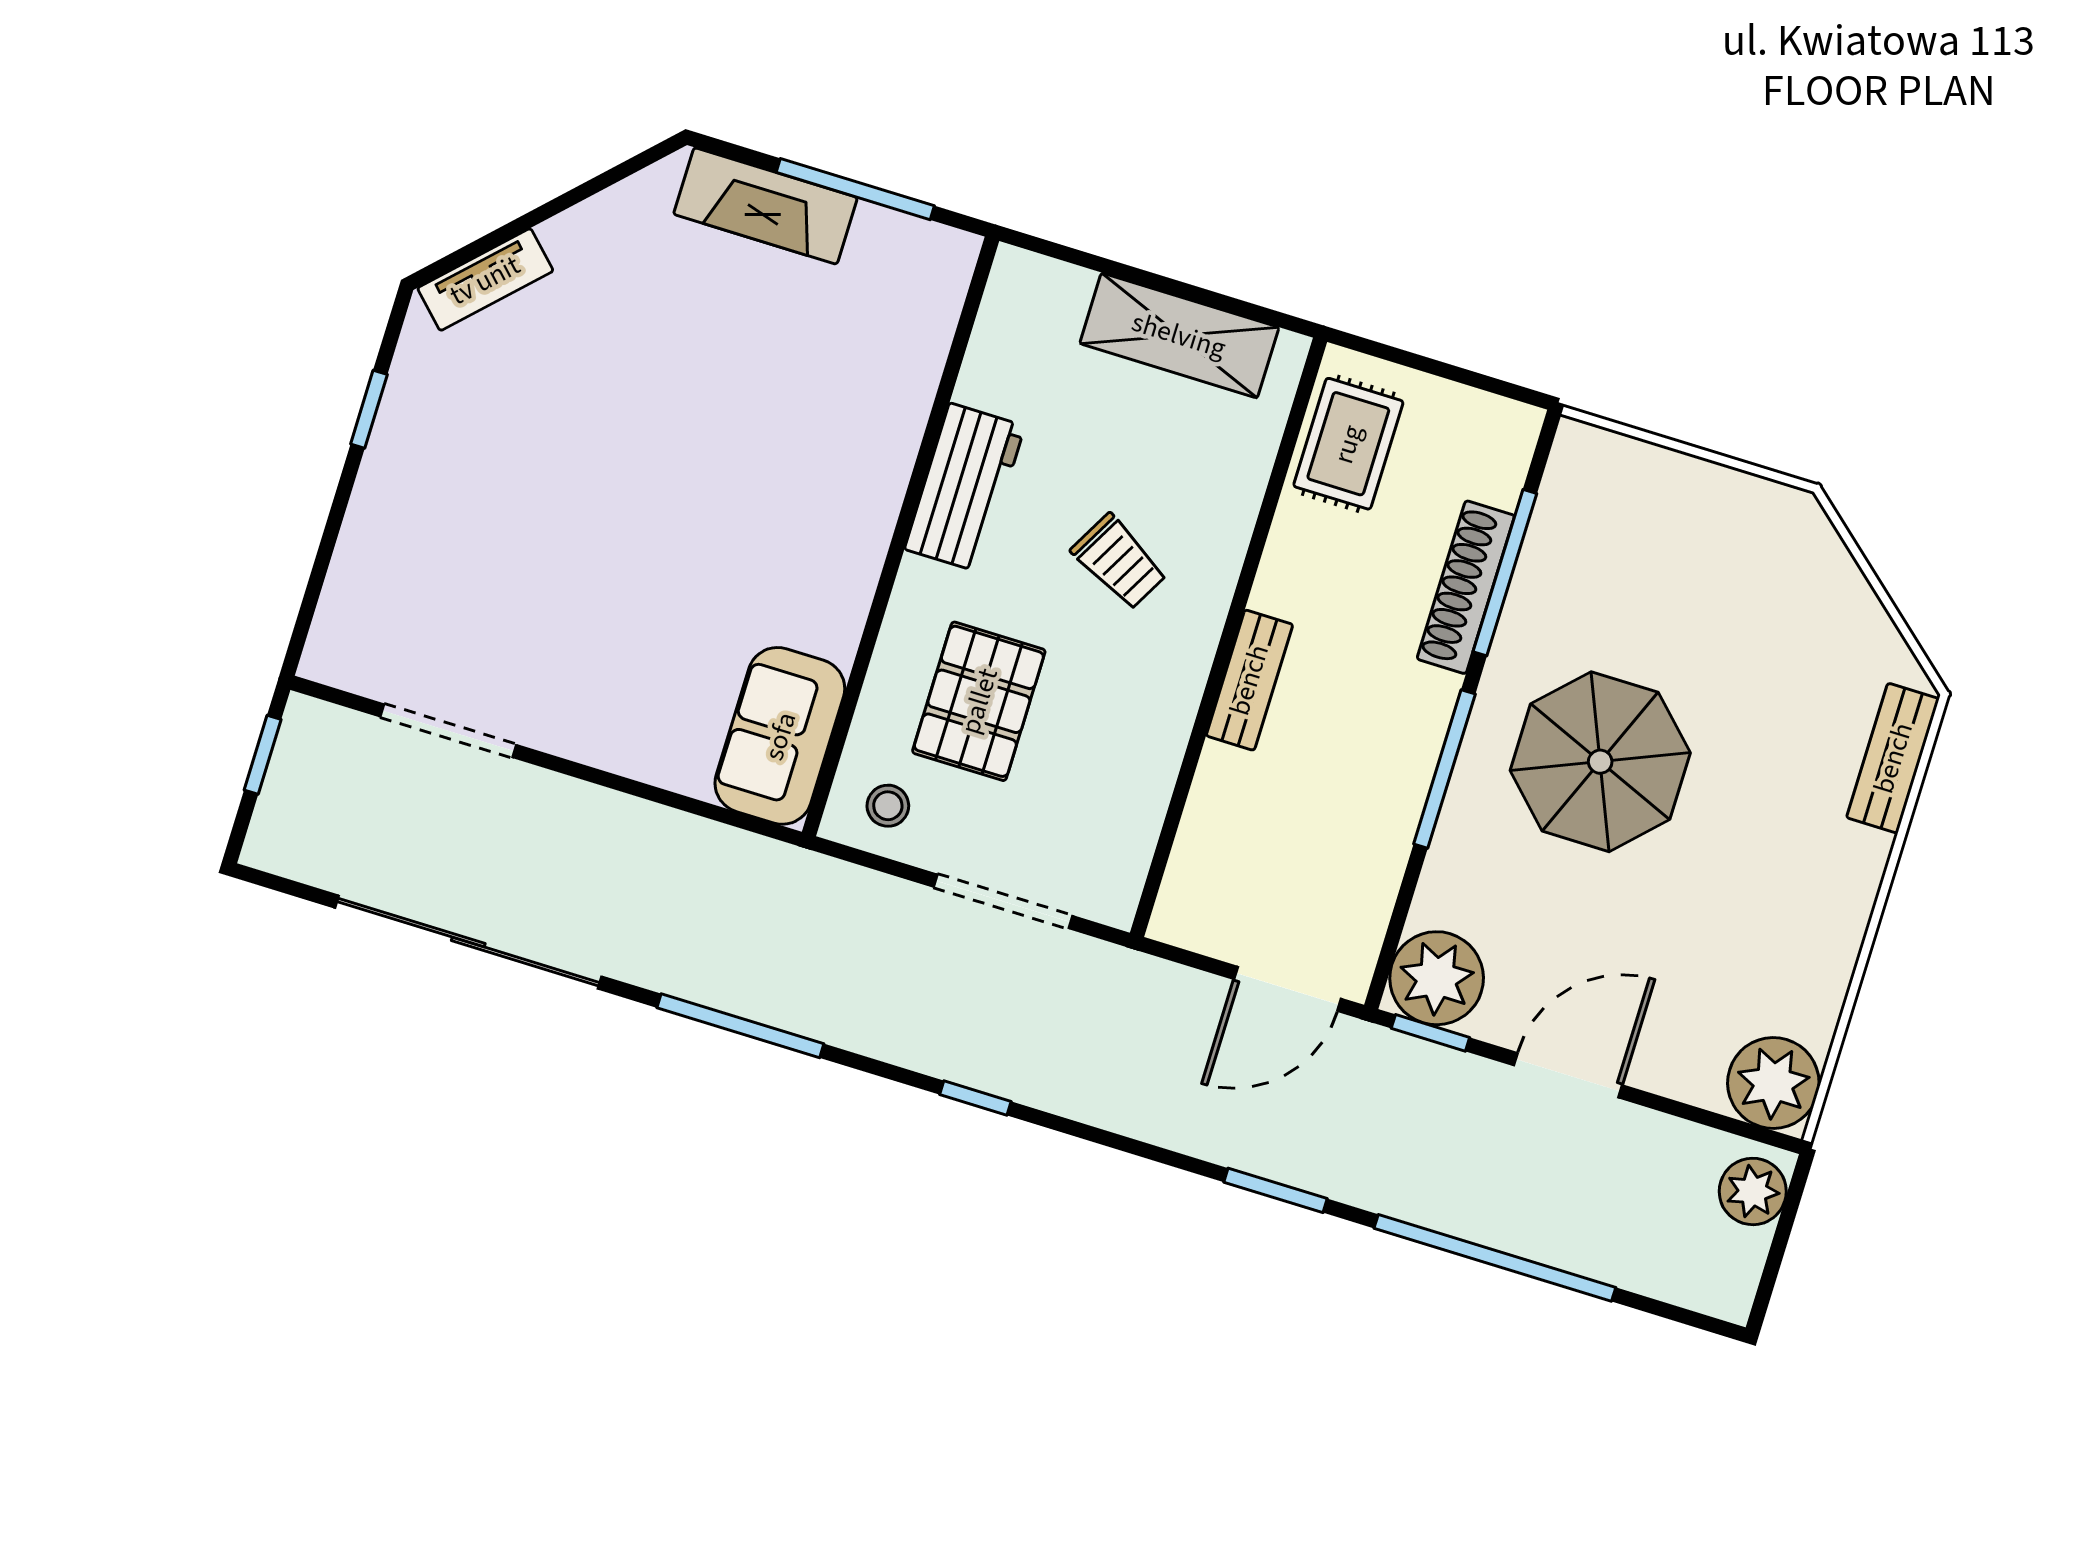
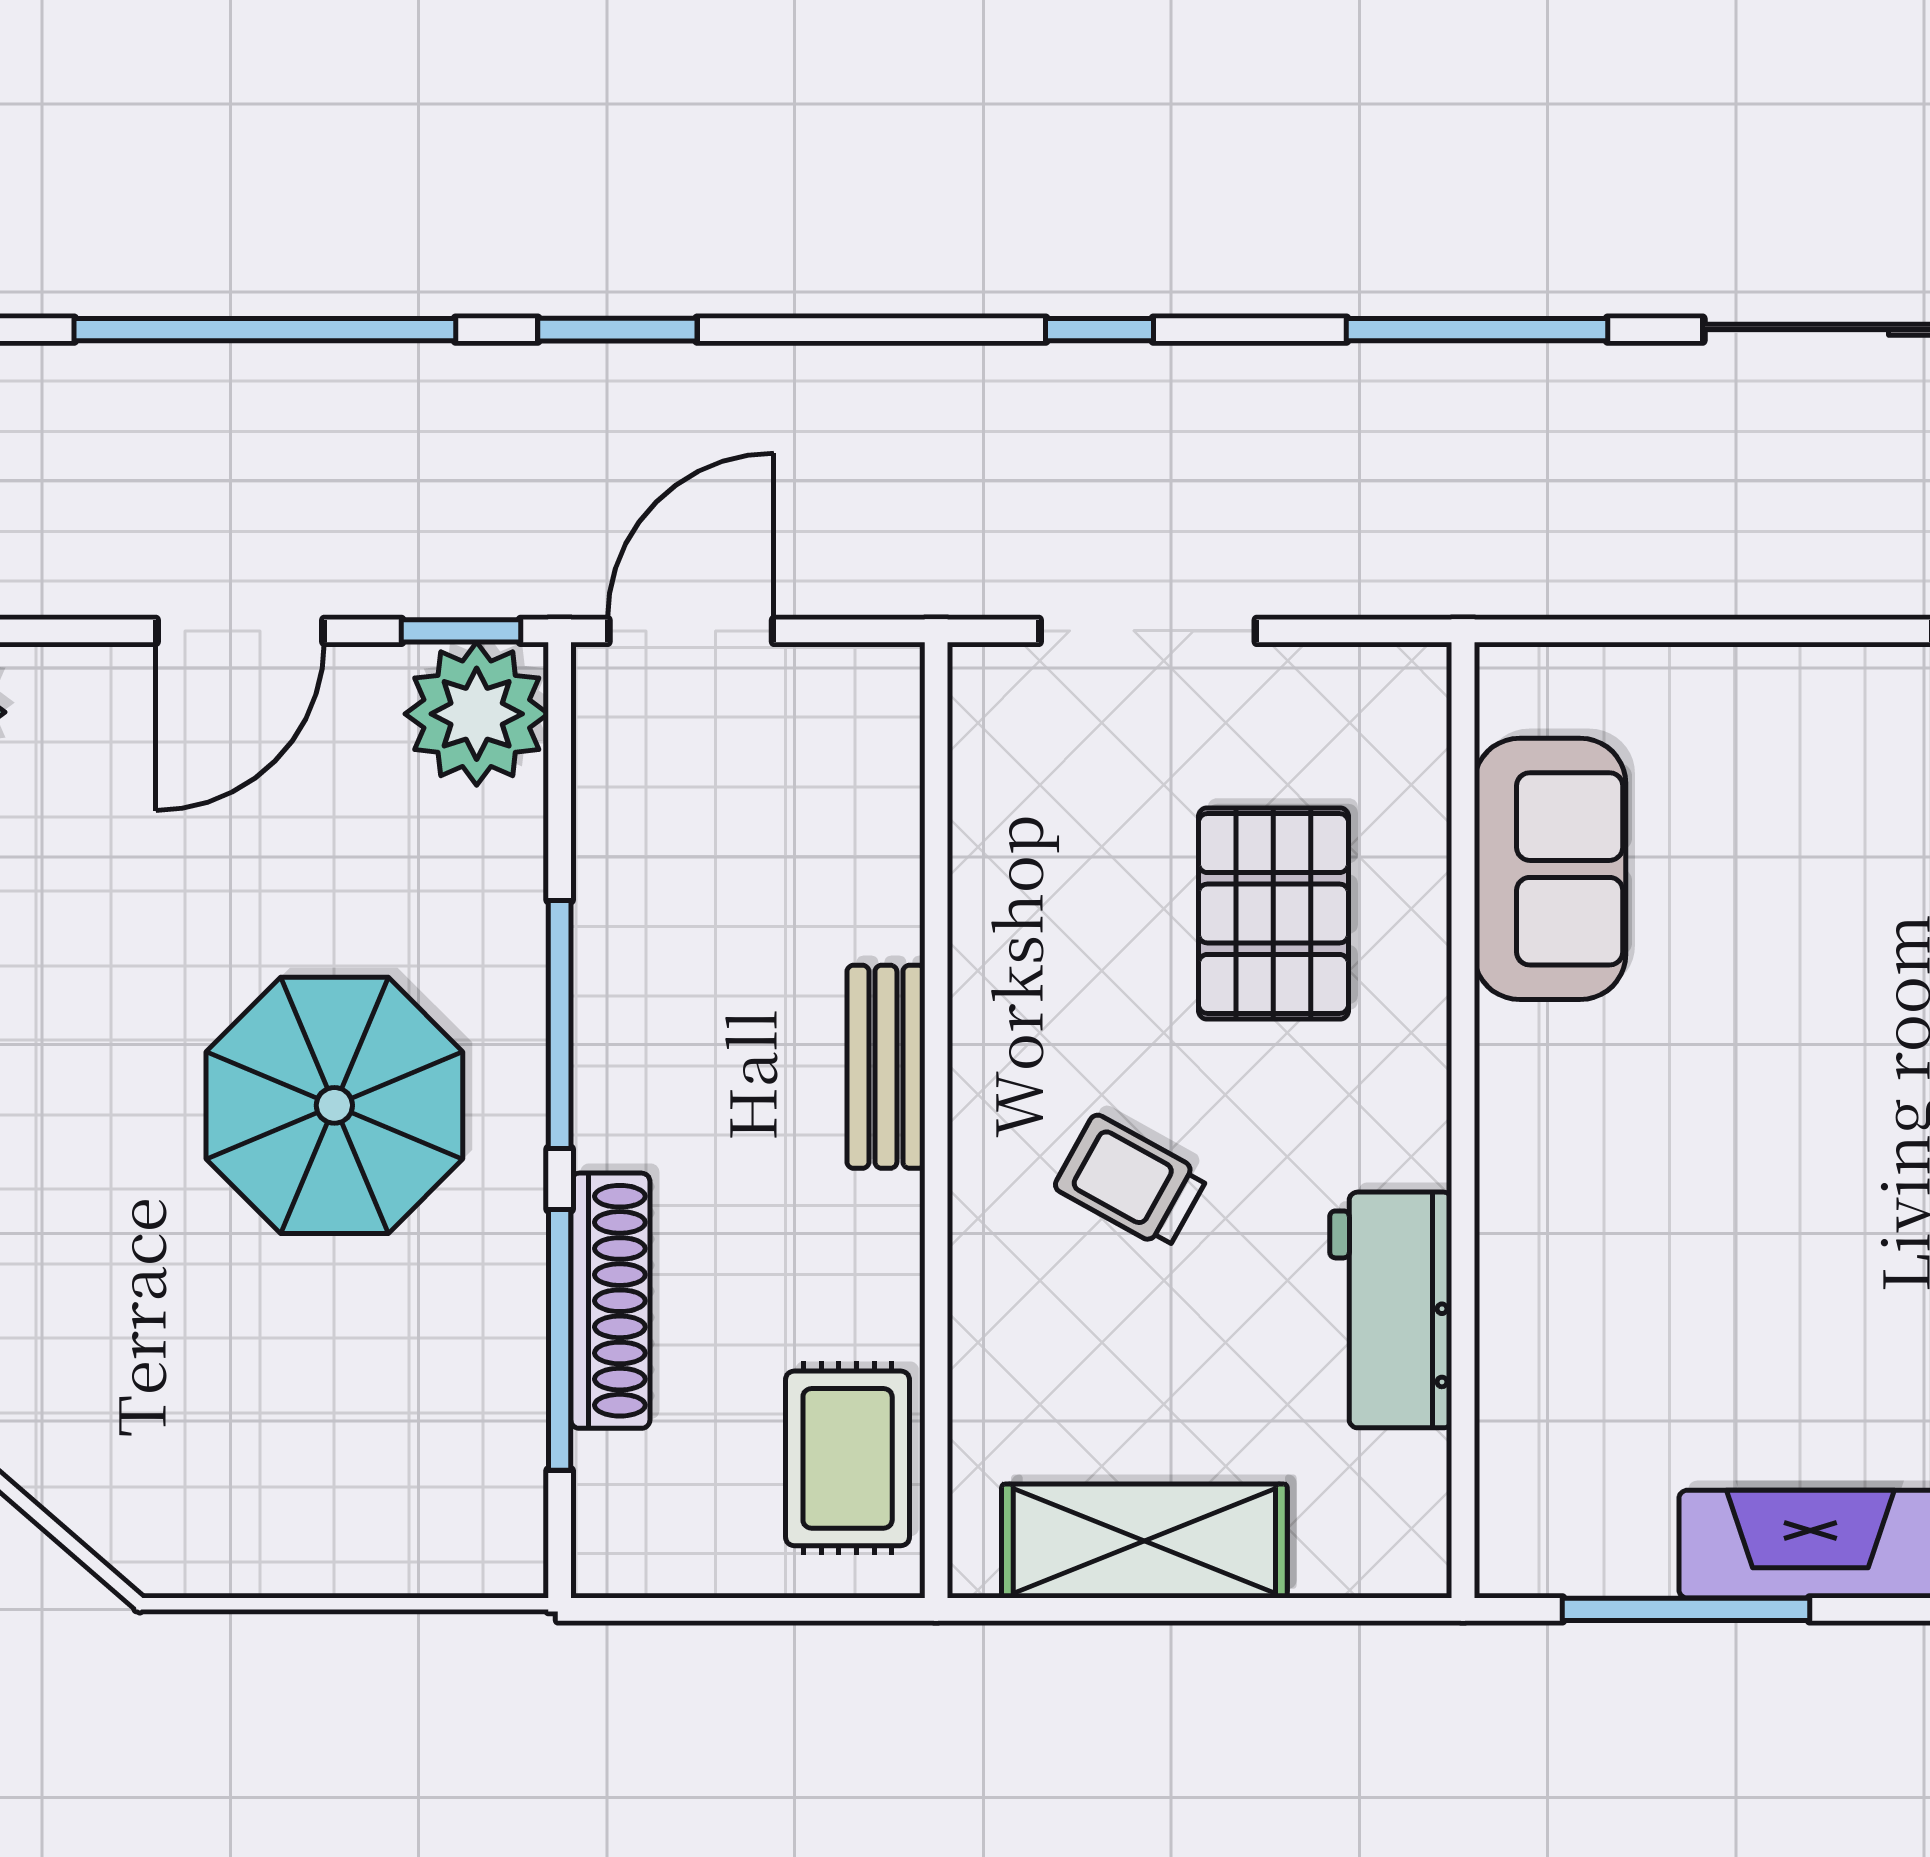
workbench: (965, 488) -> (1391, 1310), moved
sofa: (780, 736) -> (1550, 869), moved
stool: (888, 806) -> (1360, 719), removed

